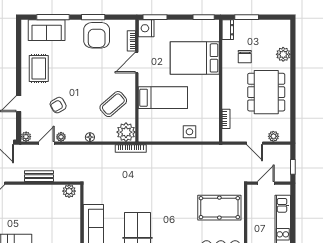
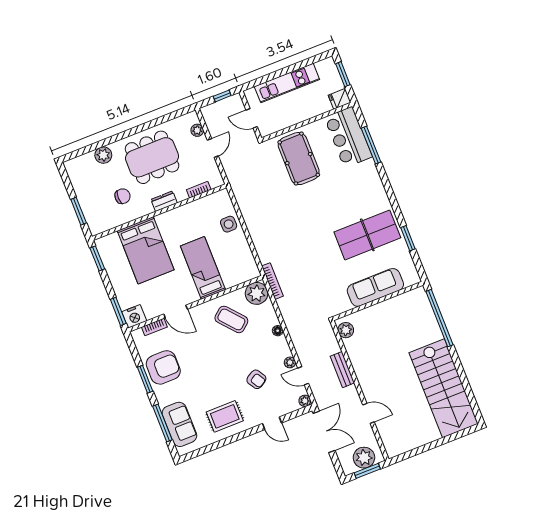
dresser: (228, 30) -> (164, 201), moved

